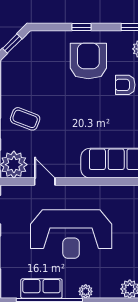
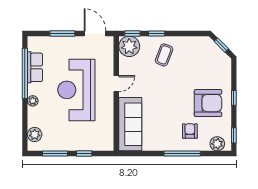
door: (45, 182) -> (116, 84), moved

